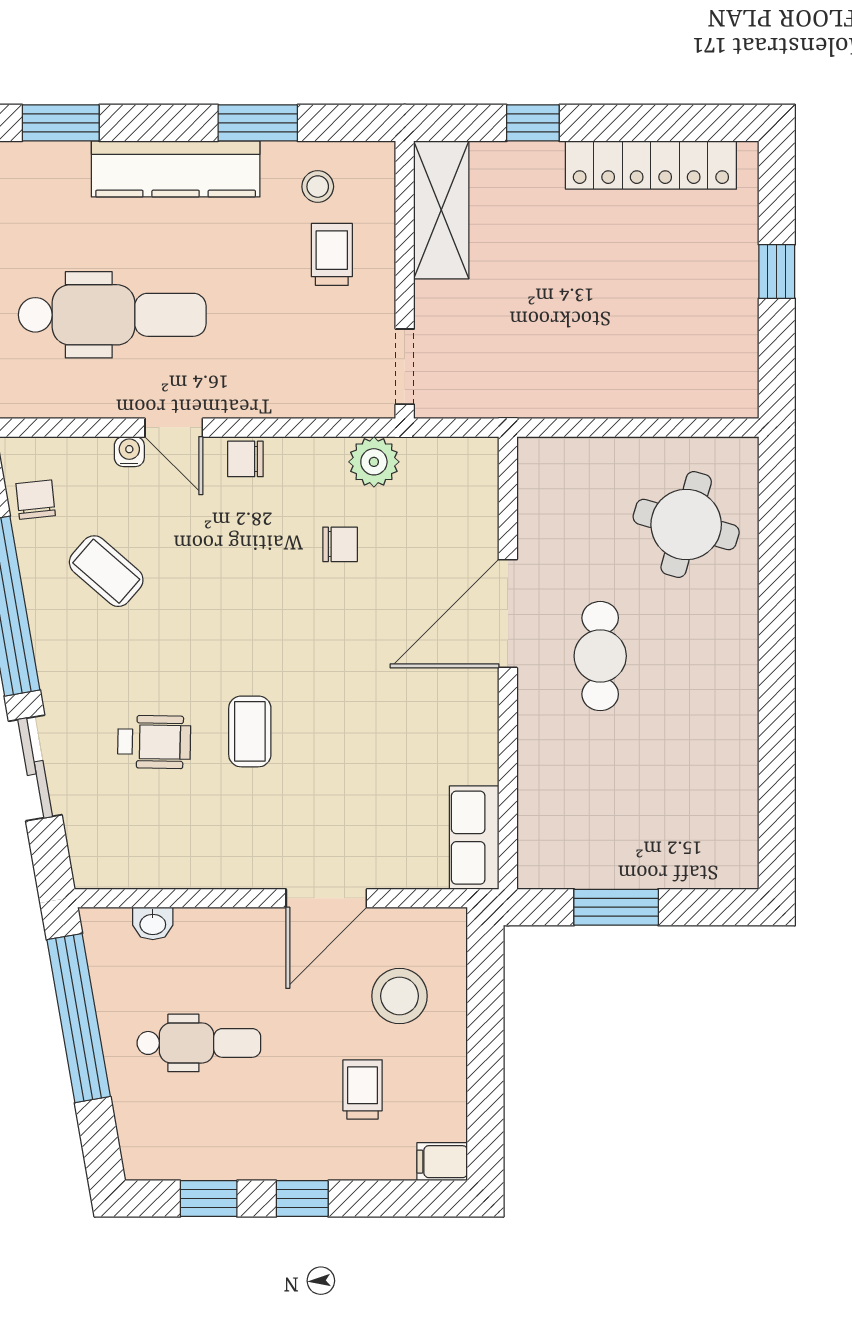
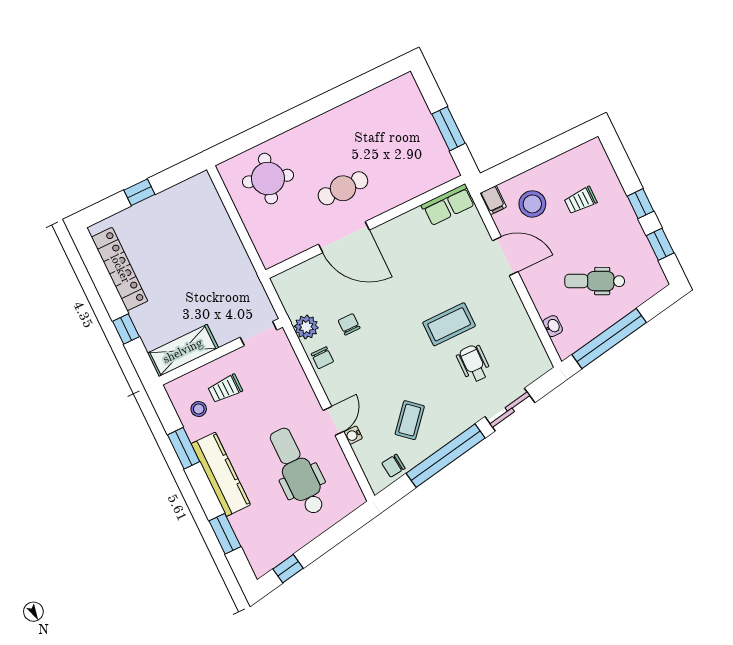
chair: (245, 459) -> (322, 358), moved
coffee table: (250, 731) -> (449, 324), width x1.36, depth x1.30
dental chair: (199, 1043) -> (595, 281), turned -64
filing cabinet: (442, 1162) -> (493, 200), moved

